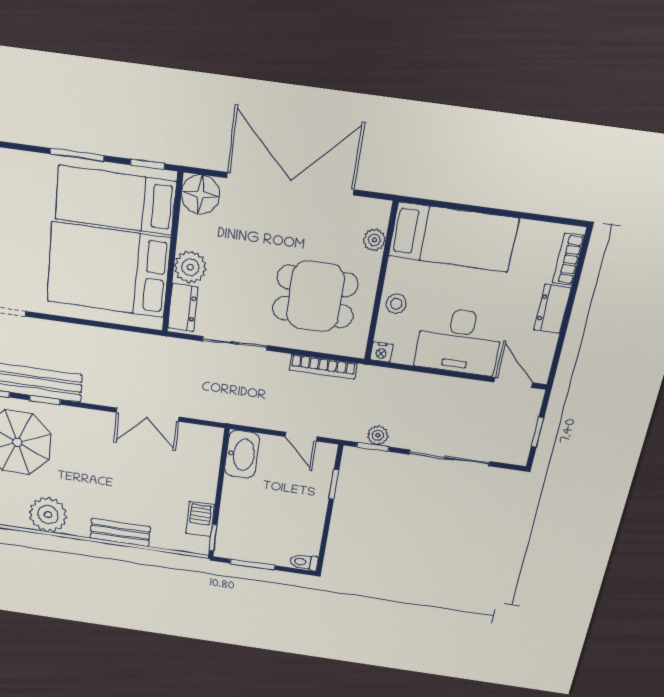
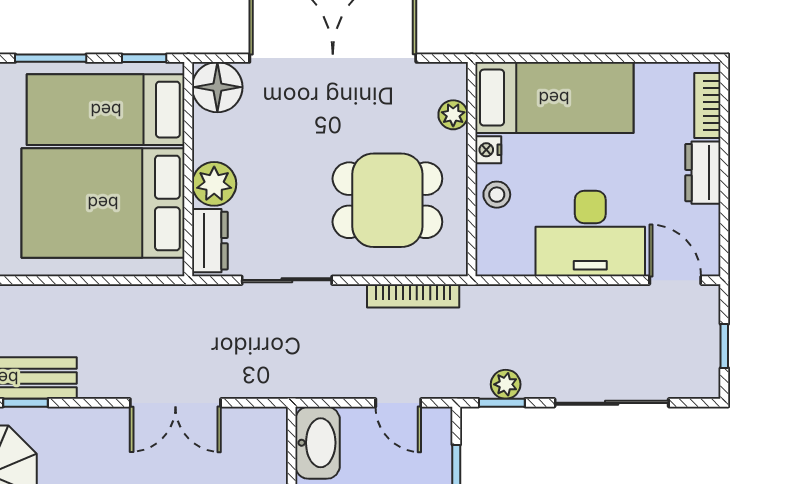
nightstand: (381, 352) -> (488, 150), moved, turned 90

